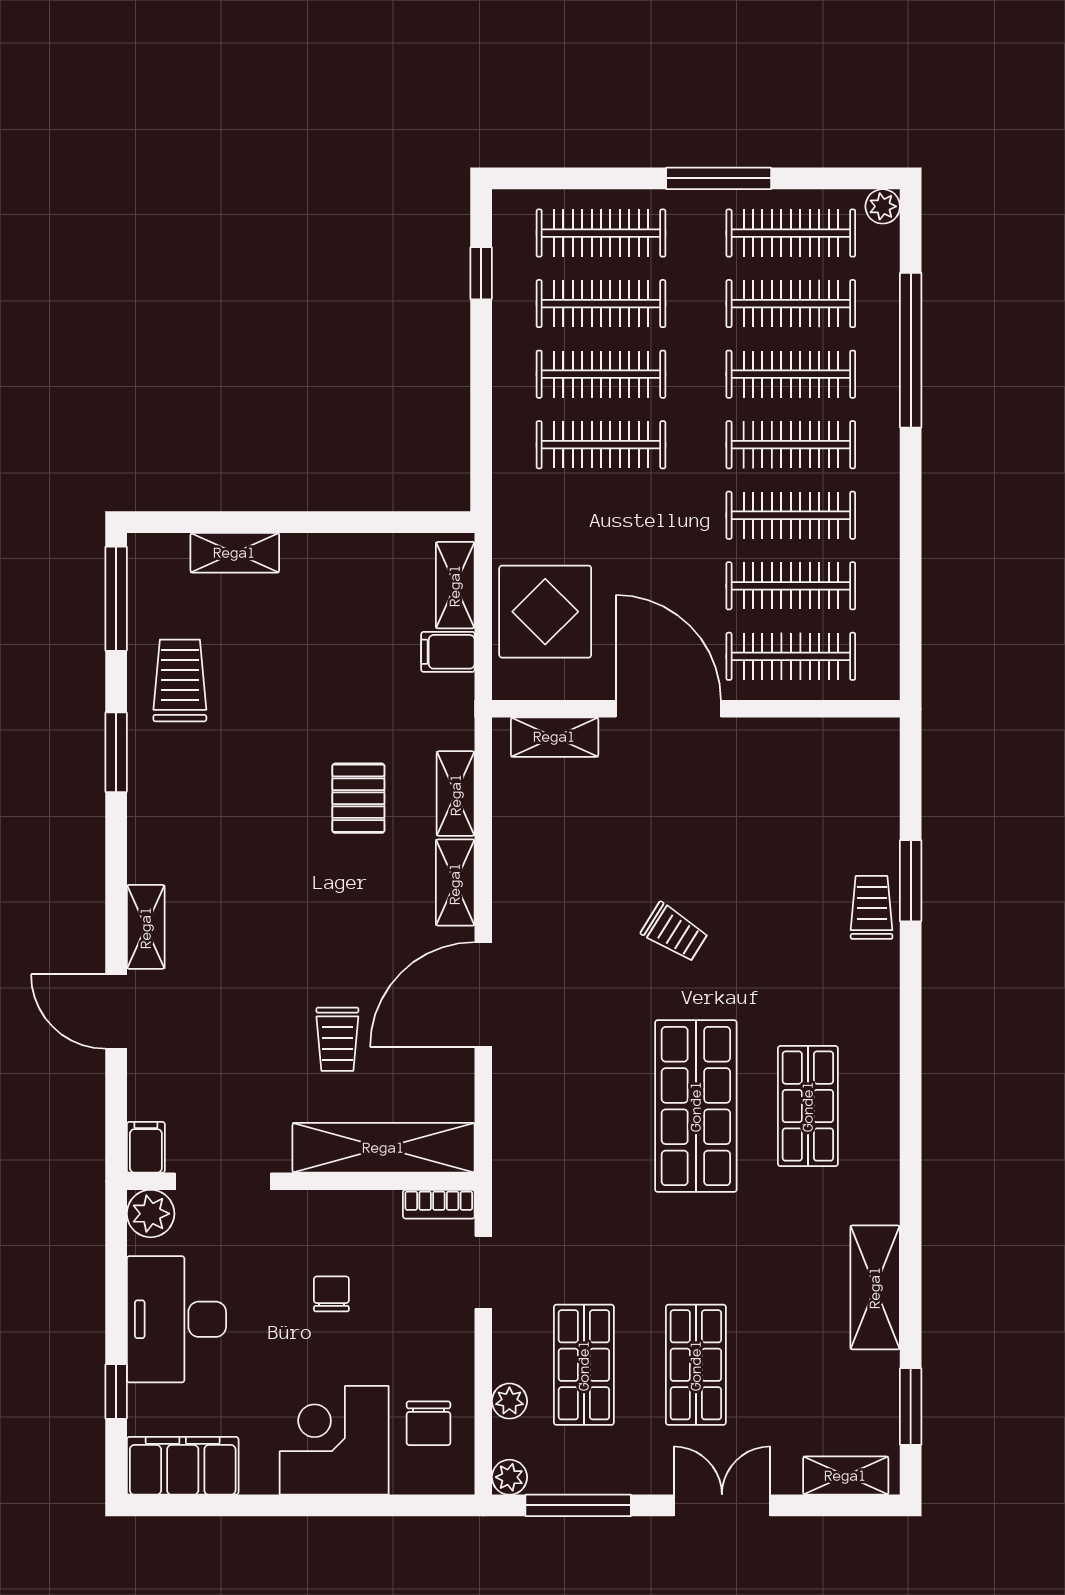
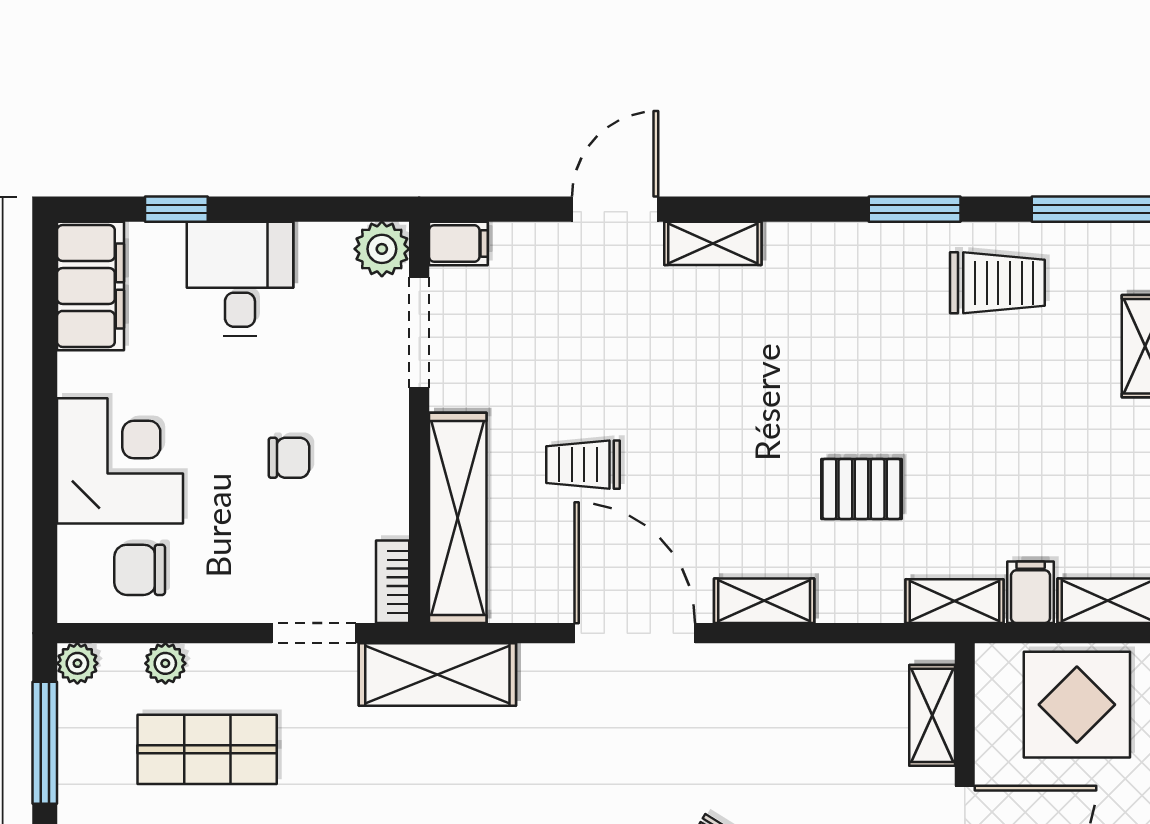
shelving: (456, 794) -> (954, 601), moved
shelving: (519, 1165) -> (437, 674), added
desk: (176, 1319) -> (240, 279), width x0.73

